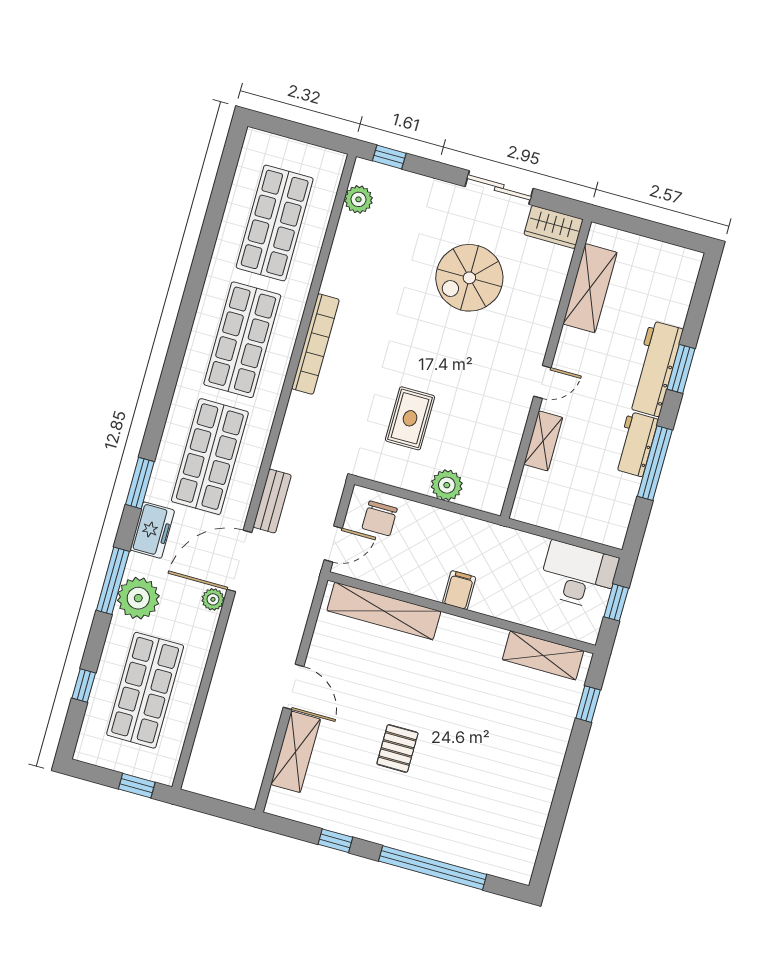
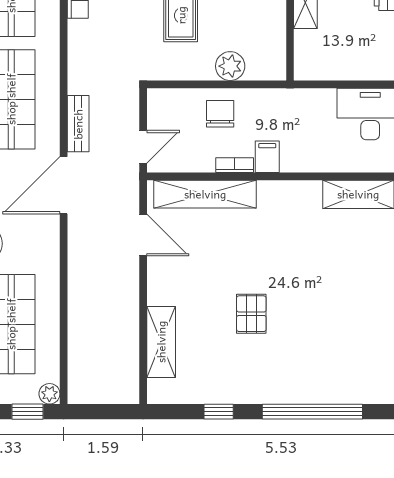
chair: (380, 518) -> (220, 114), moved, turned 180
bookcase: (423, 589) -> (235, 165), added
plant: (213, 599) -> (49, 394), moved
door: (294, 687) -> (143, 235), moved

